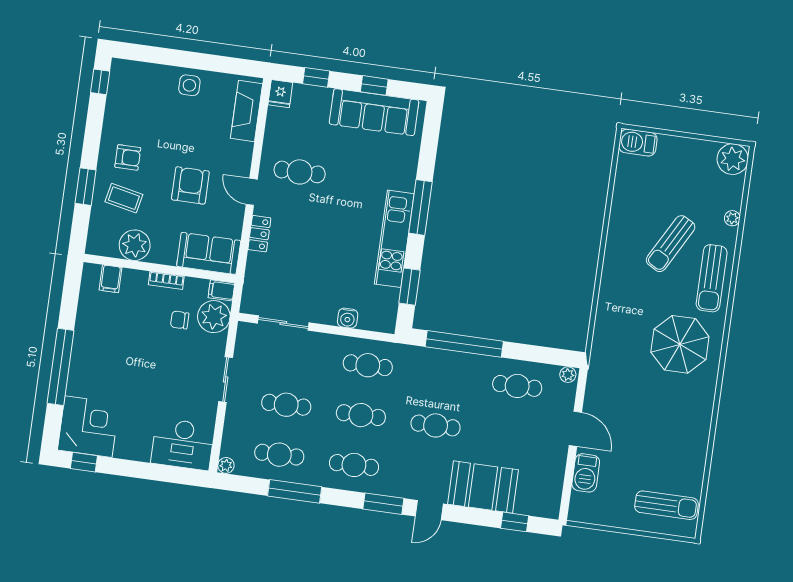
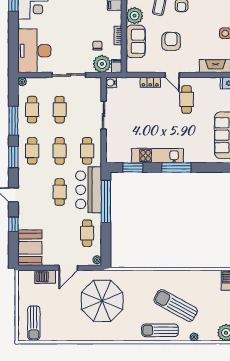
armchair: (190, 185) -> (171, 41), turned -90
door: (252, 192) -> (172, 75), swing flipped
sun lounger: (671, 244) -> (176, 305), width x1.36, depth x1.34
sofa: (209, 253) -> (136, 41), moved
water cooler: (348, 318) -> (111, 82), moved
sliding door: (283, 323) -> (104, 115), moved
parasol: (680, 344) -> (102, 301), moved, width x1.36, depth x1.36
bar counter: (439, 372) -> (89, 190), added
sliding door: (226, 380) -> (69, 75), width x1.37
desk: (183, 444) -> (34, 51), width x1.36, depth x1.30
booth: (483, 487) -> (30, 248), moved
window: (383, 504) -> (13, 157), moved
window: (515, 522) -> (13, 224), moved

